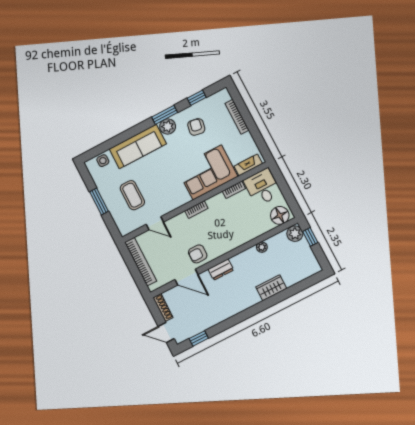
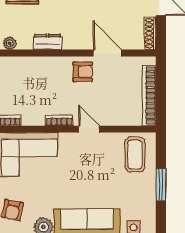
coffee table: (132, 195) -> (135, 155), moved
door: (155, 223) -> (89, 129), moved
dresser: (221, 270) -> (48, 42), moved

